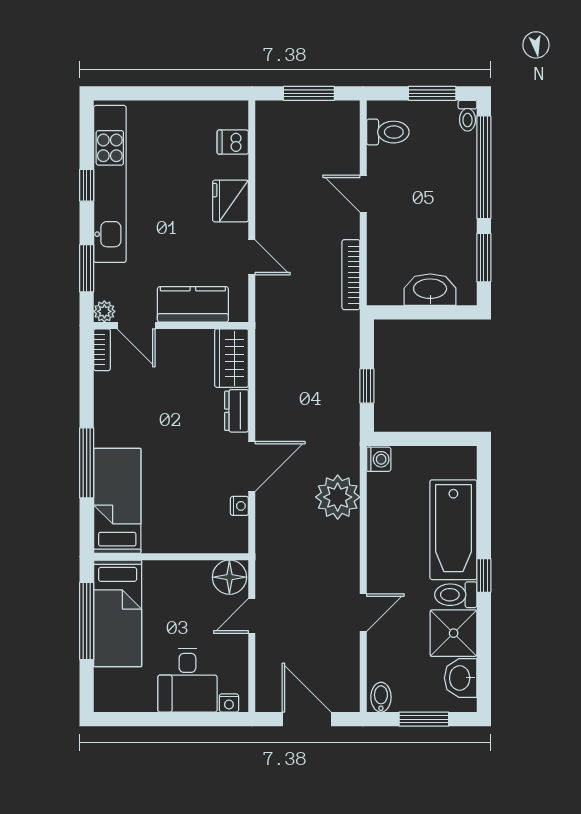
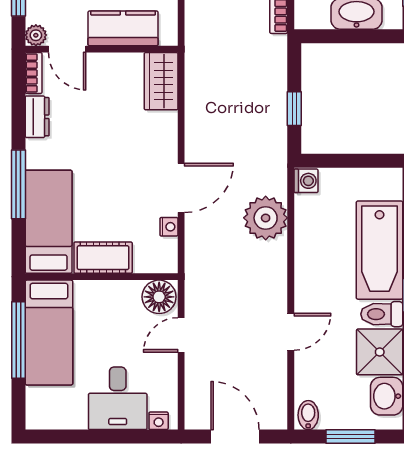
dresser: (237, 411) -> (37, 117), moved, turned 180
cot: (173, 537) -> (103, 258), added

